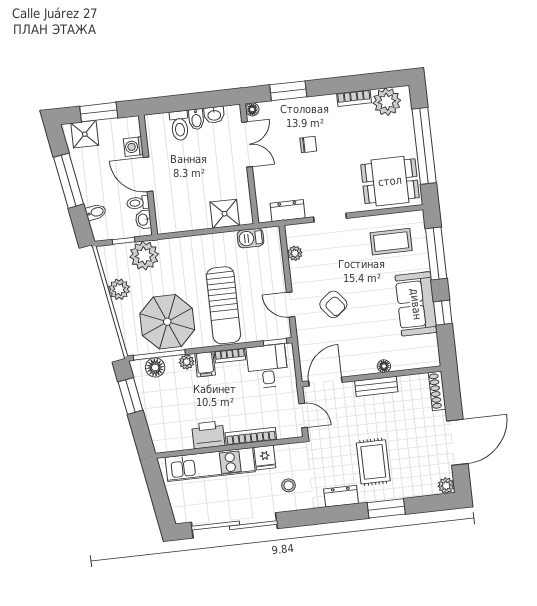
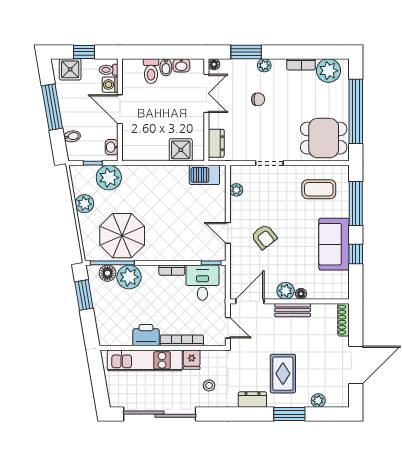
plant: (311, 104) -> (264, 65), added
window: (99, 112) -> (84, 52), width x0.67
toilet: (138, 203) -> (109, 70), moved
dresser: (288, 211) -> (216, 143), moved, turned 90
barbecue: (251, 238) -> (204, 175), width x1.38, depth x1.27
sun lounger: (224, 305) -> (171, 227), removed
plant: (187, 362) -> (129, 277), width x1.88, depth x1.88
filing cabinet: (205, 364) -> (150, 275), removed
plant: (366, 365) -> (286, 291), added
plant: (446, 486) -> (318, 401), moved

